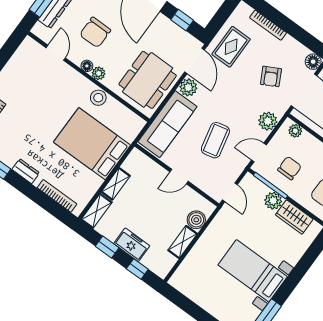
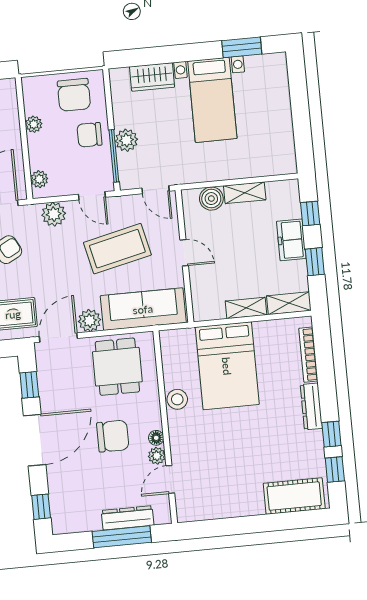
chair: (95, 32) -> (113, 436), moved
plant: (99, 73) -> (157, 456), moved
dining table: (148, 80) -> (117, 367), width x0.73
coffee table: (215, 140) -> (117, 249), width x1.36, depth x1.32
chair: (290, 168) -> (90, 135), moved
dresser: (26, 171) -> (311, 406), width x1.44
door: (230, 192) -> (156, 190), swing flipped
wardrobe: (294, 217) -> (152, 77), moved, turned 90

